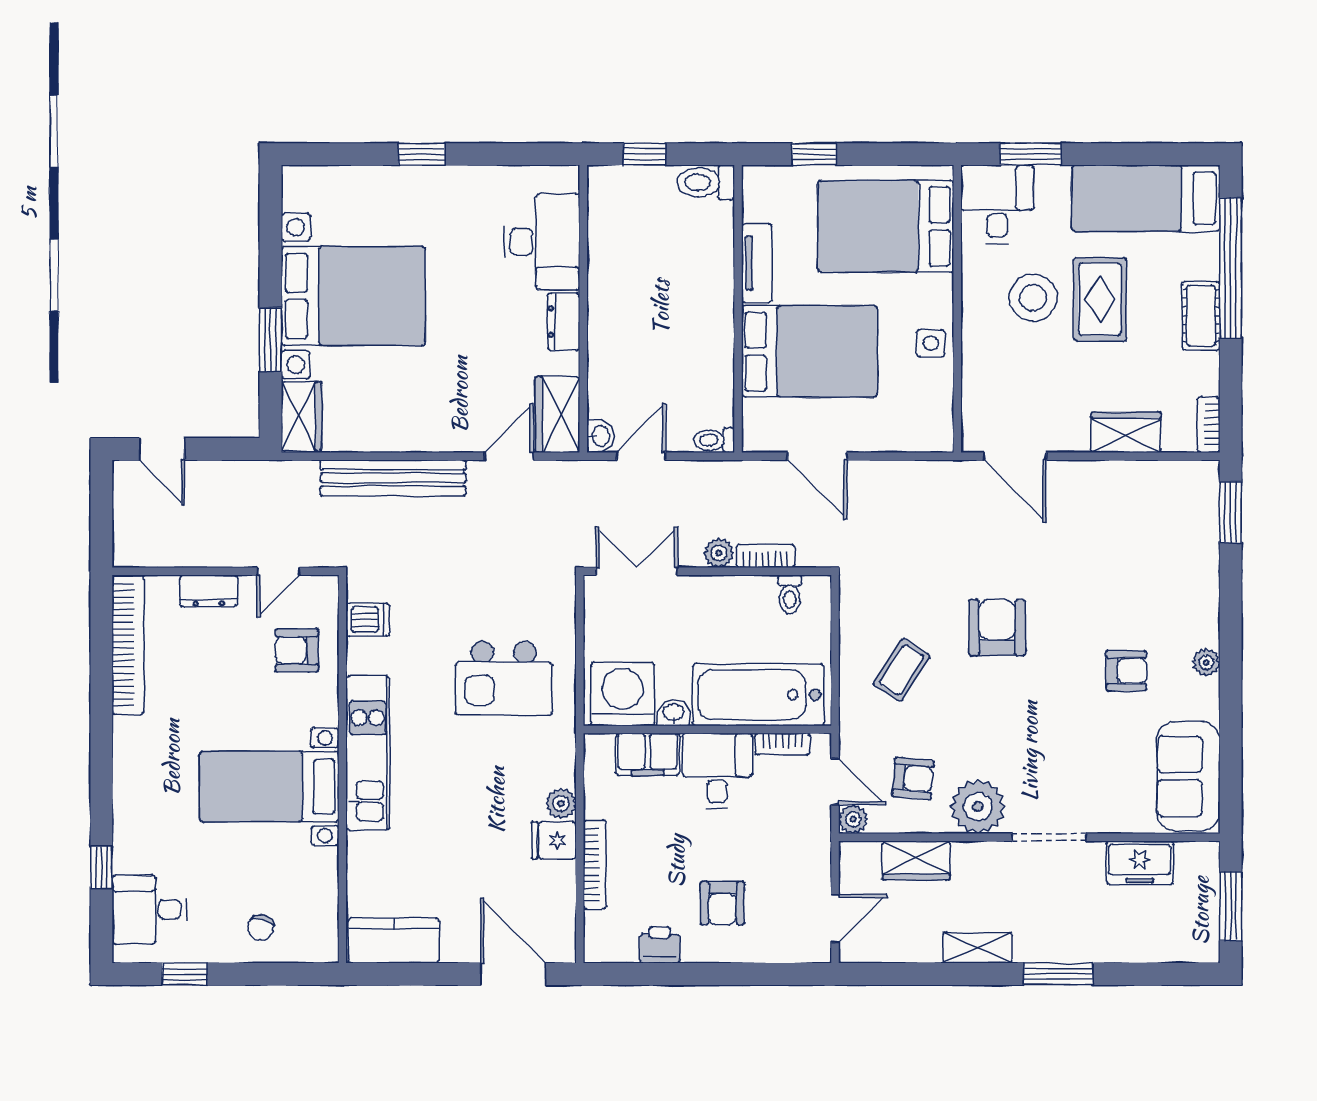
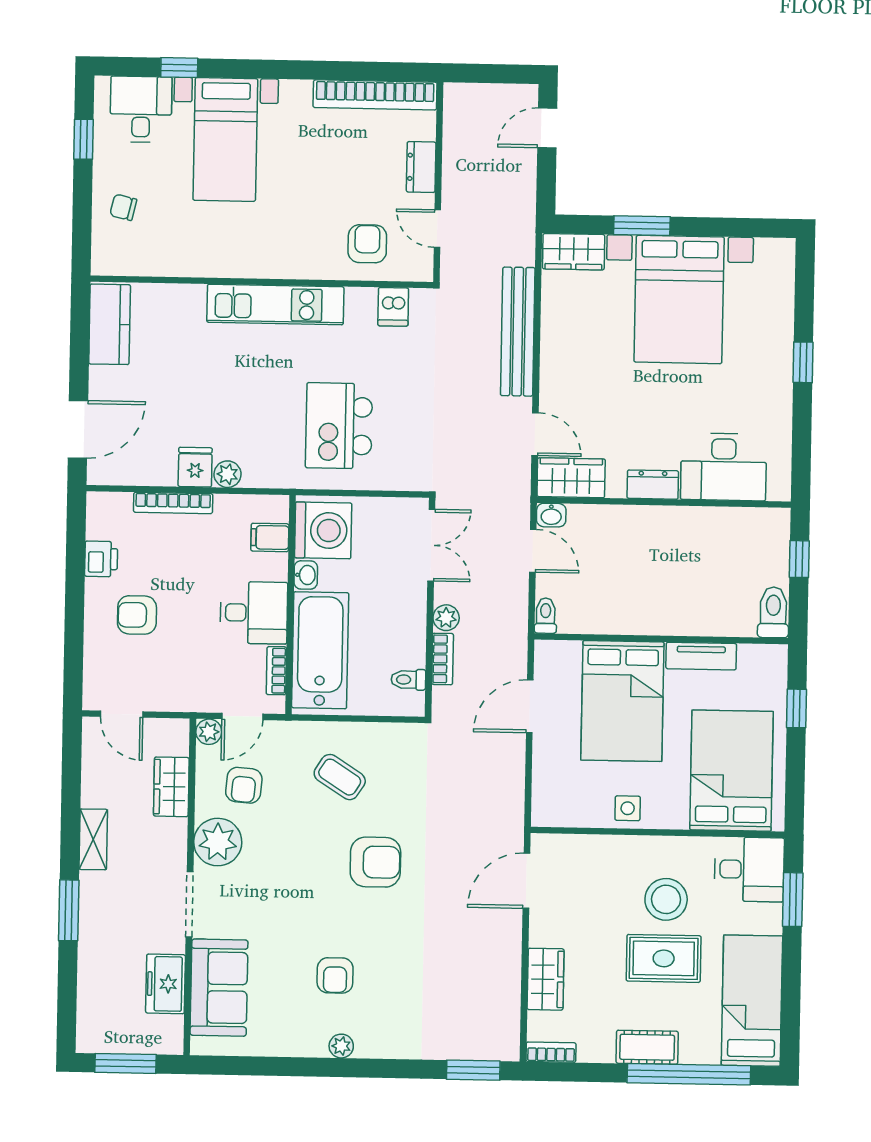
filing cabinet: (648, 754) -> (270, 537), width x0.50
sofa: (1188, 776) -> (219, 988), moved, turned 90
bed with nightstands: (269, 787) -> (225, 139), moved, turned 180

